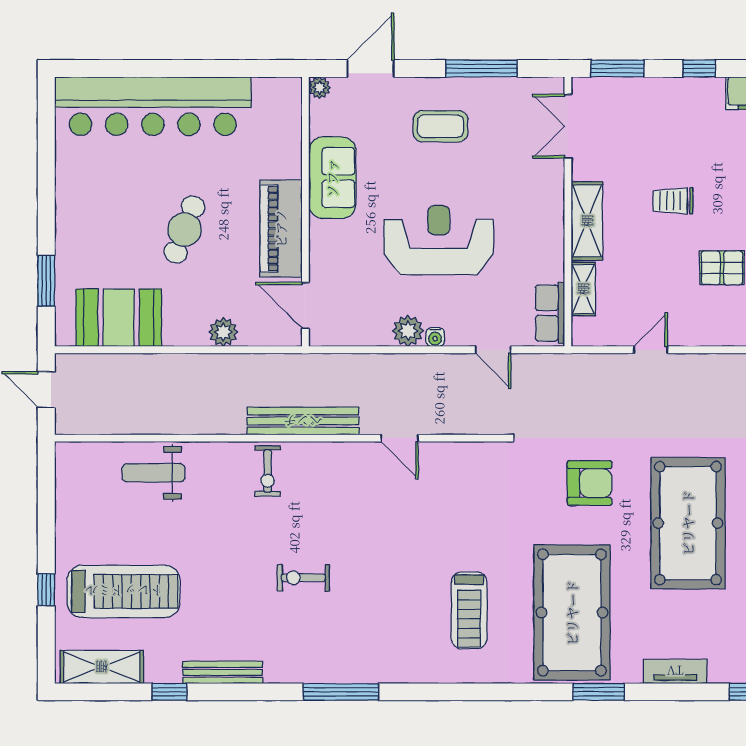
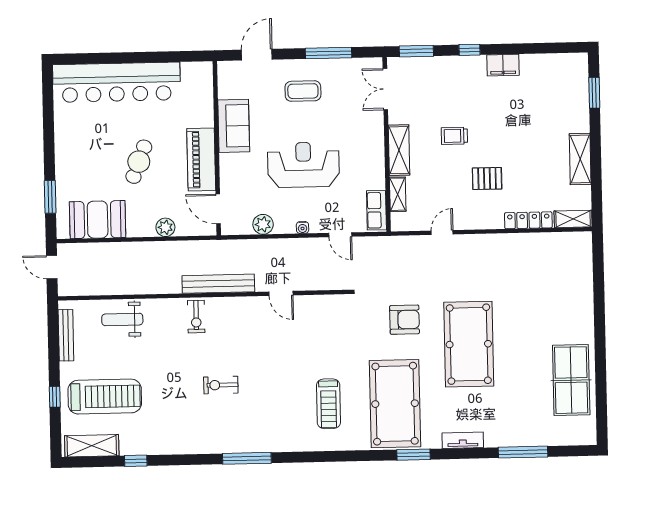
plant: (320, 88) -> (224, 68), removed
plant: (408, 331) -> (263, 224), moved
bench: (223, 672) -> (66, 335), moved, turned 90

